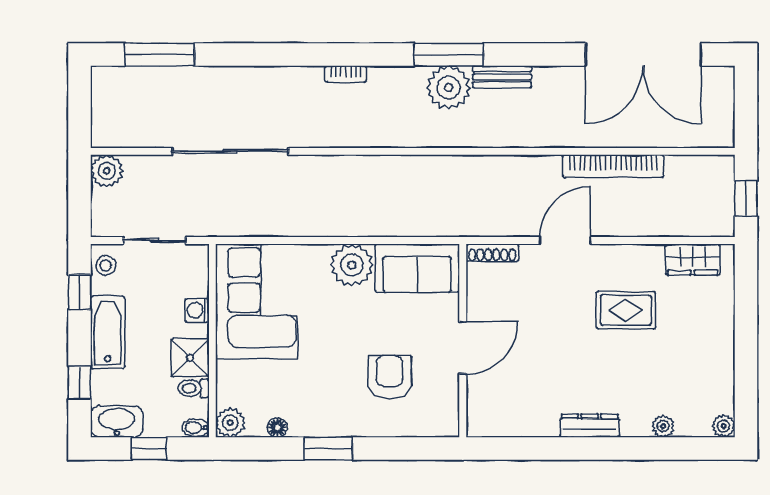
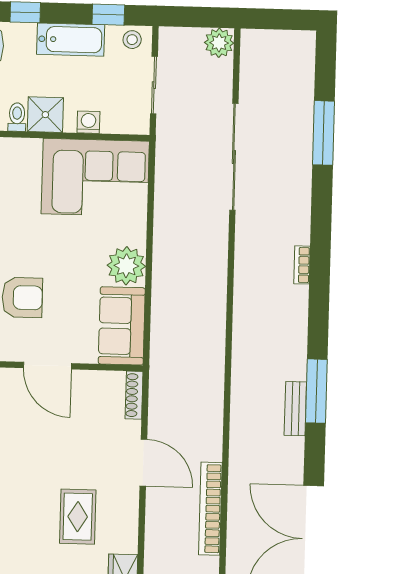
window: (159, 55) -> (324, 133), moved
window: (449, 55) -> (316, 391), moved
plant: (449, 88) -> (287, 359), removed

